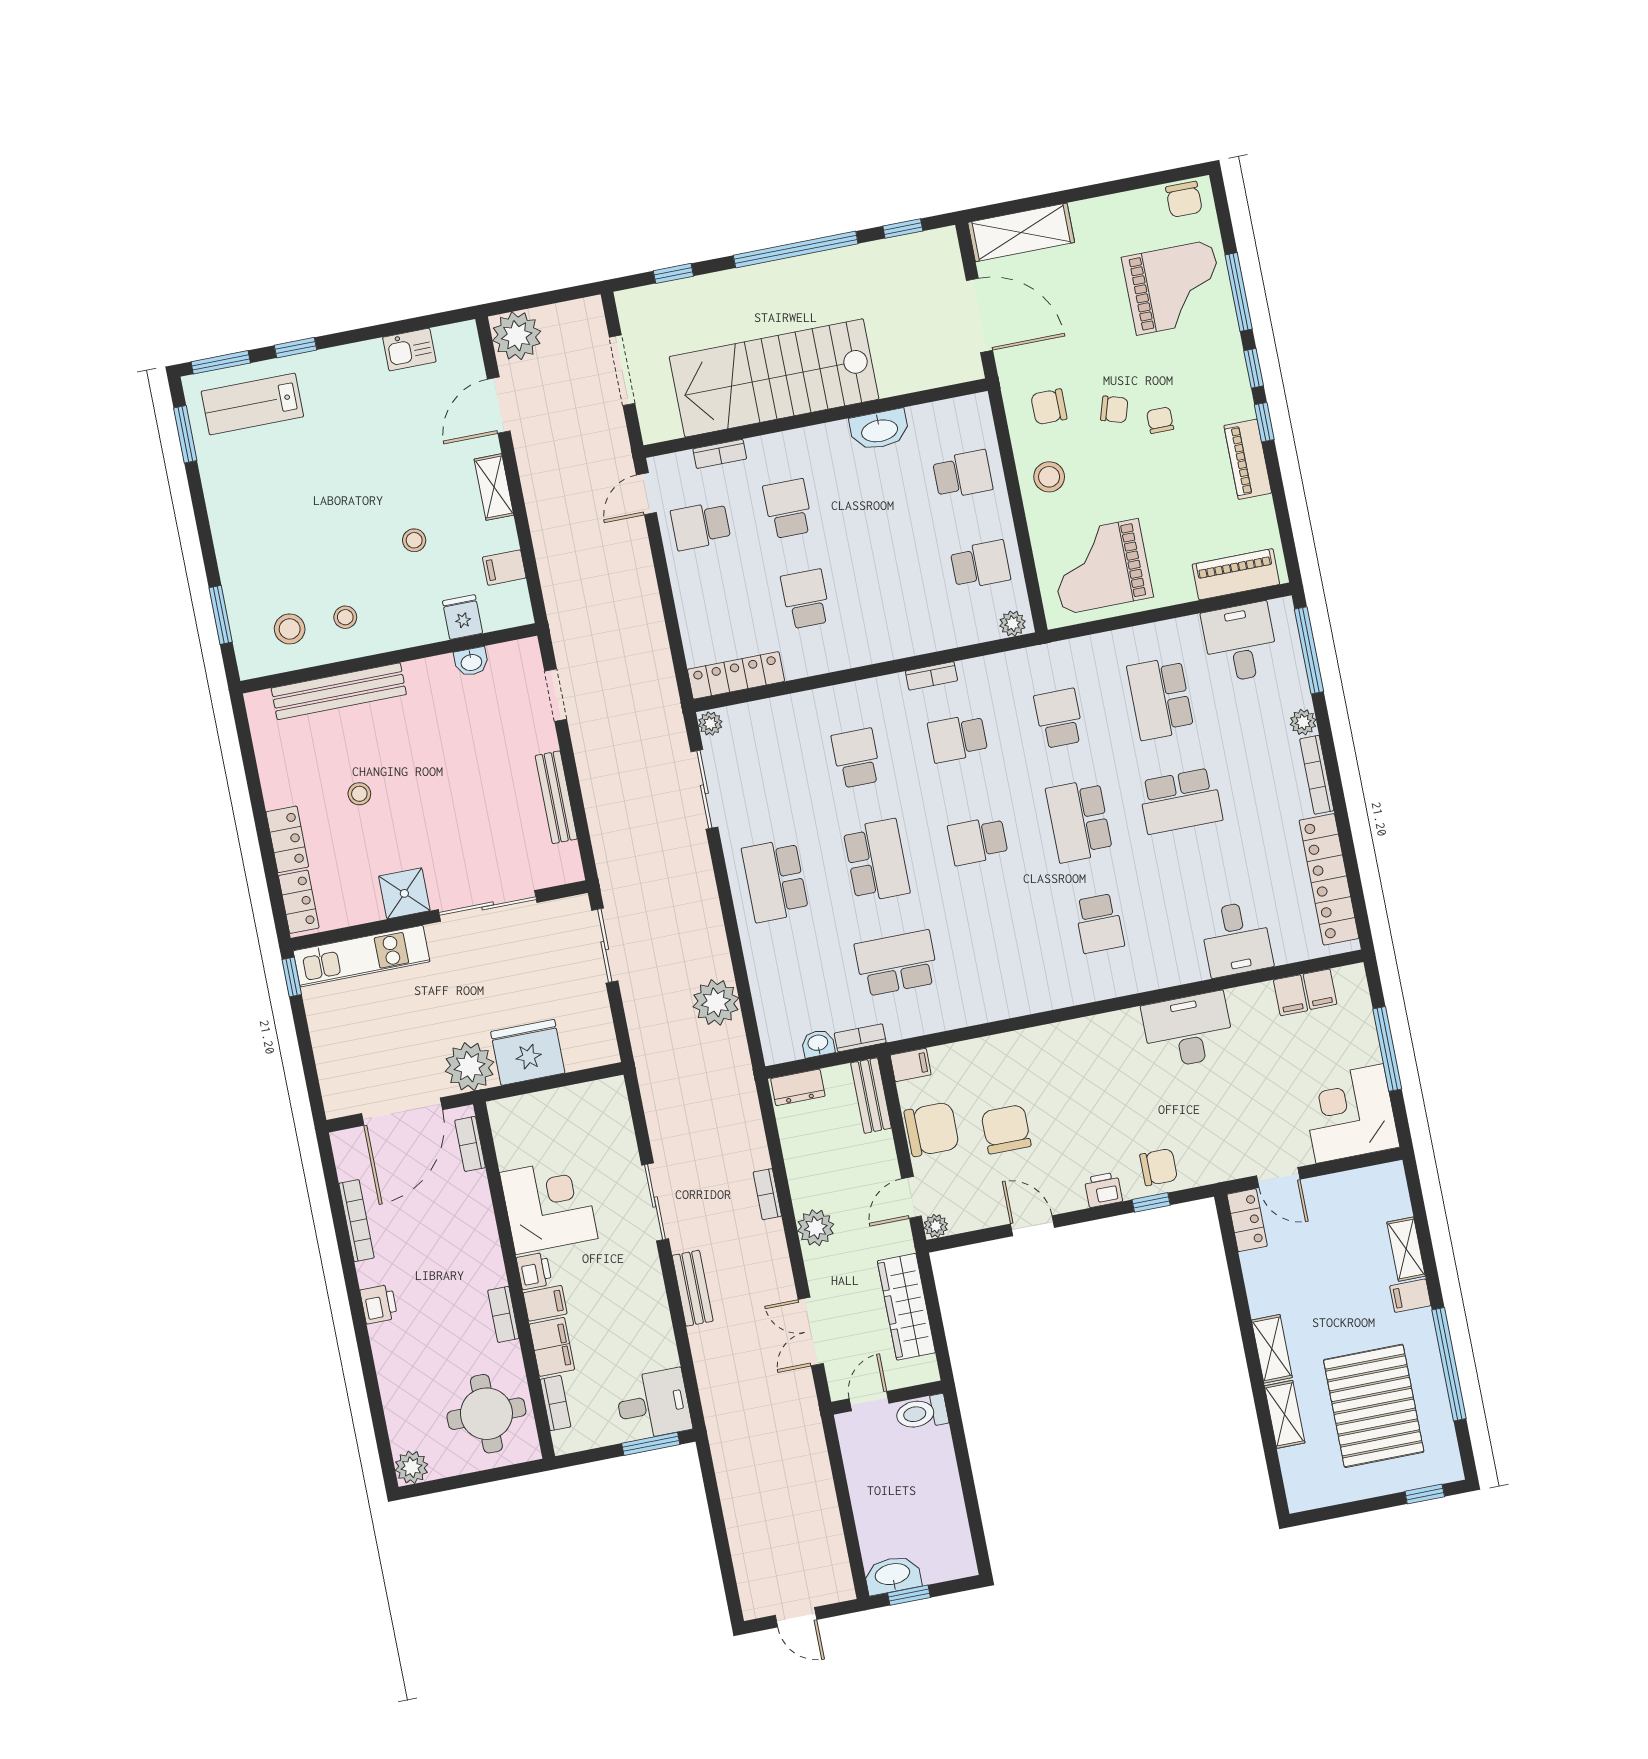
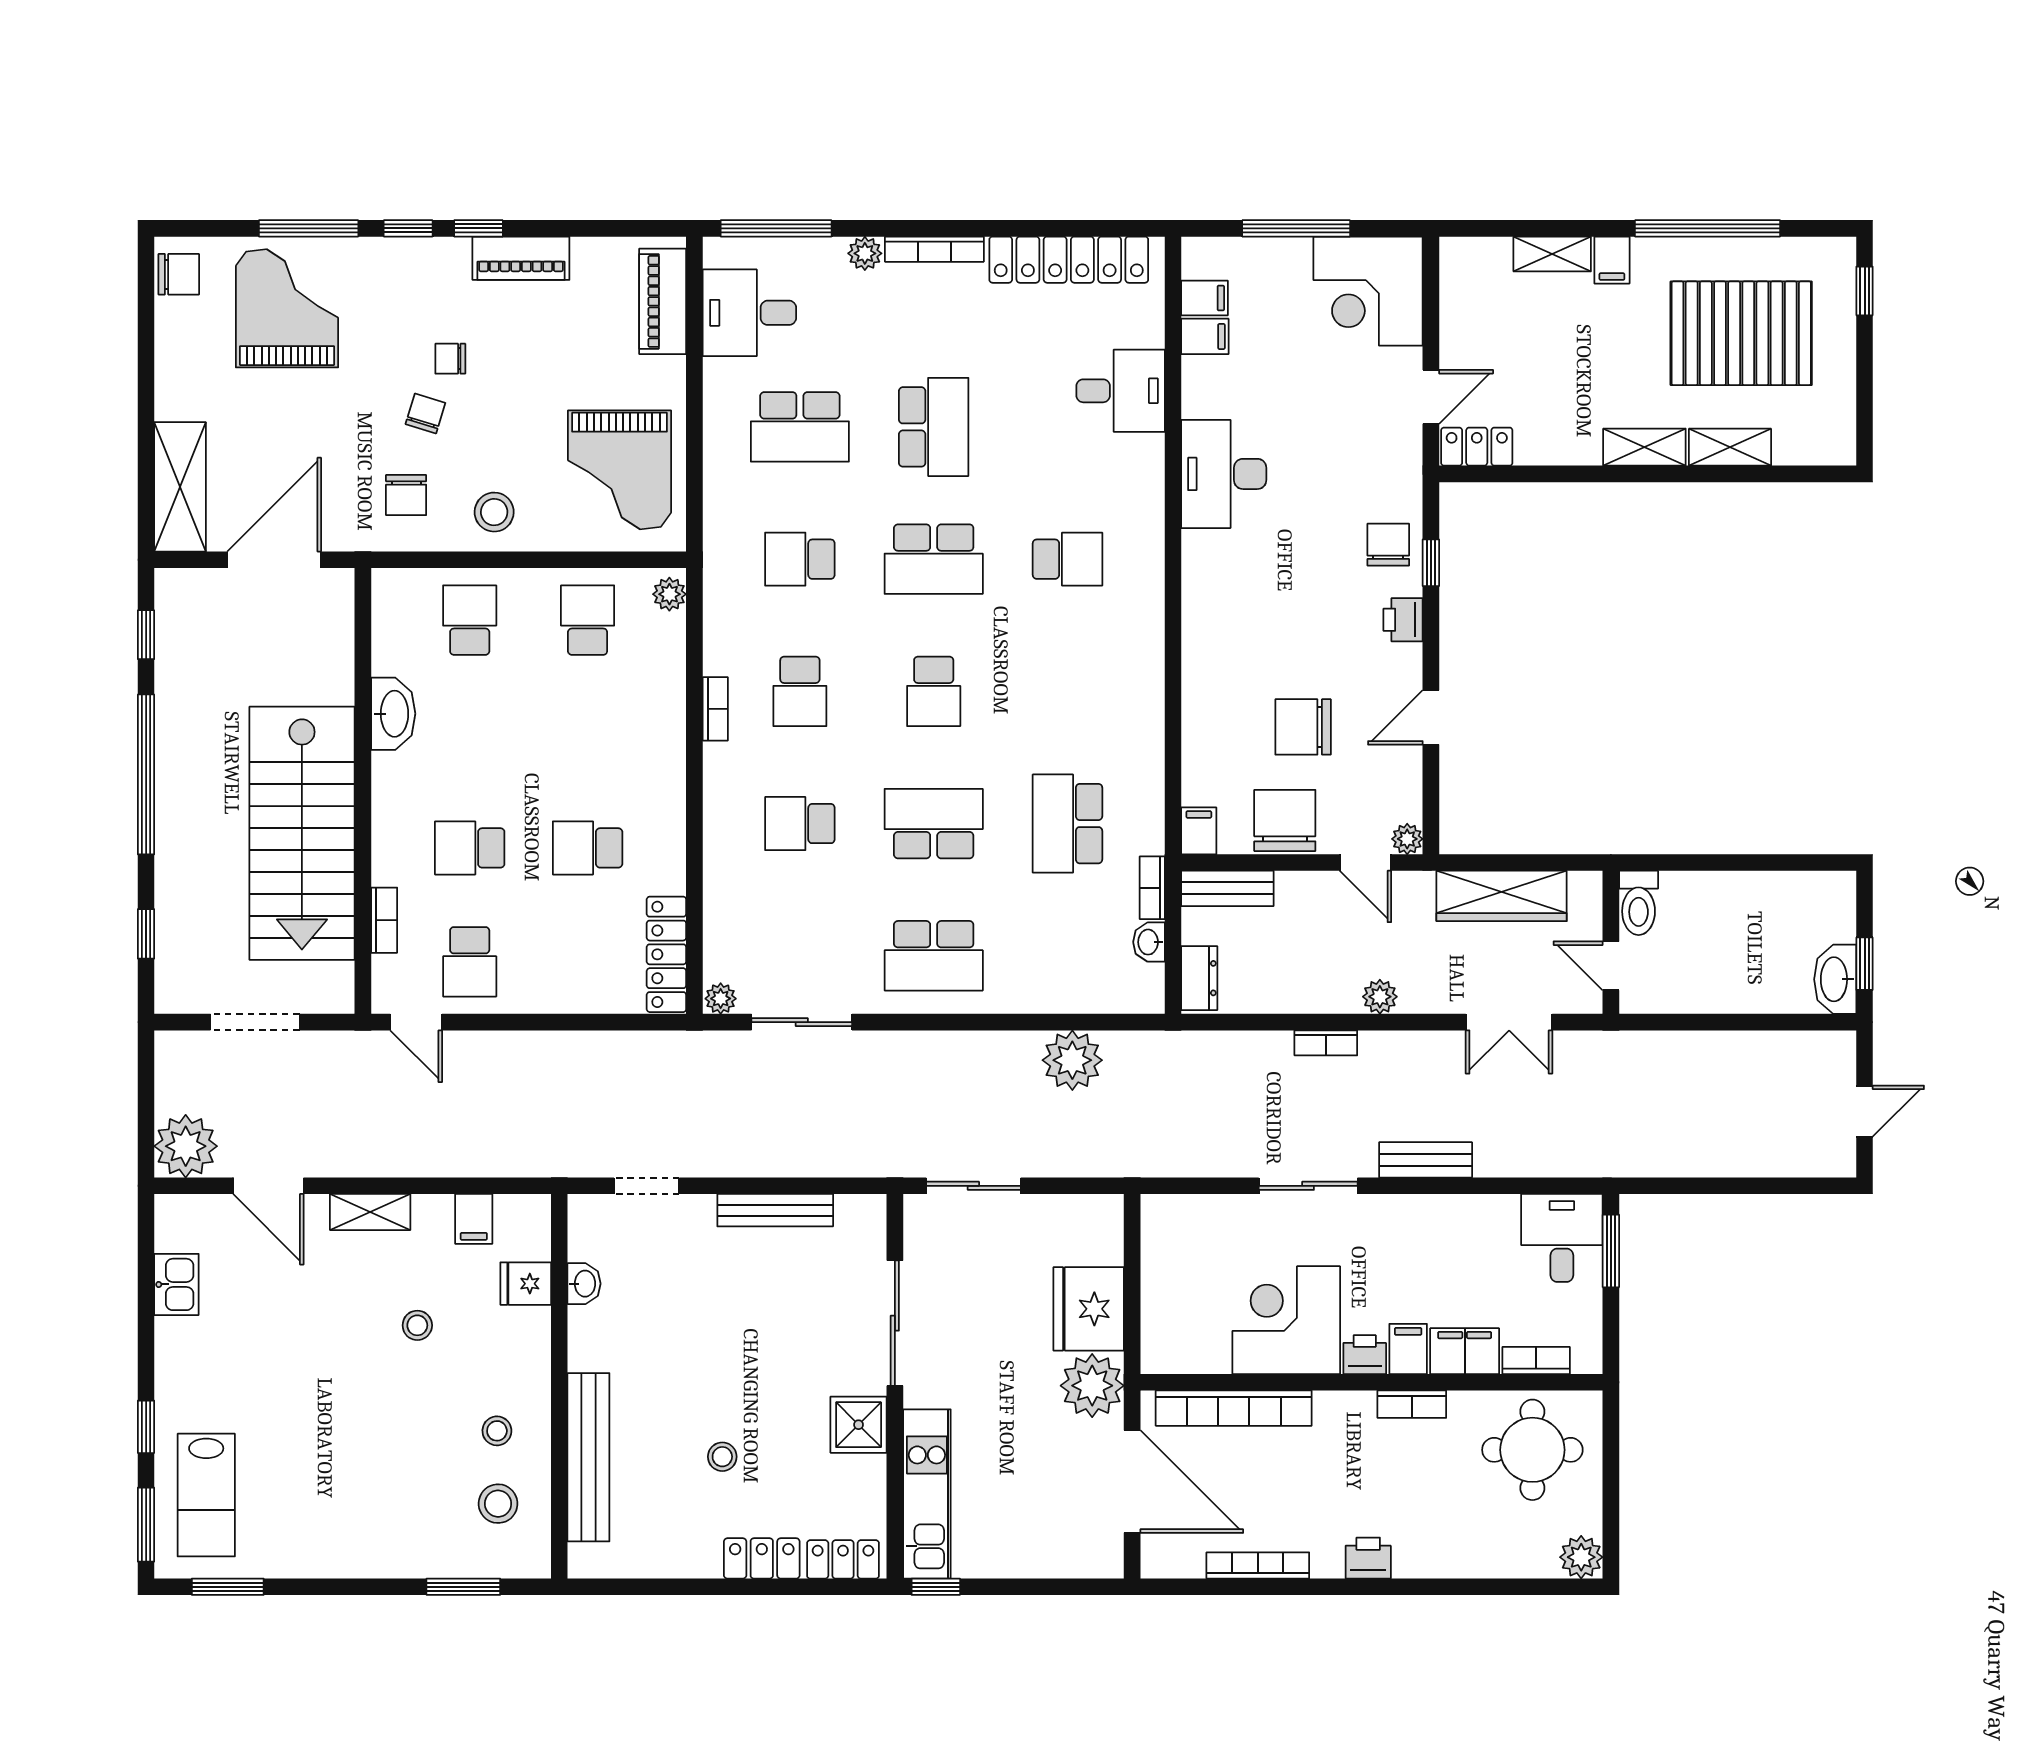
bookcase: (470, 1144) -> (1234, 1408), width x2.31, depth x1.31
plant: (816, 1228) -> (1380, 997), width x0.73, depth x0.73

